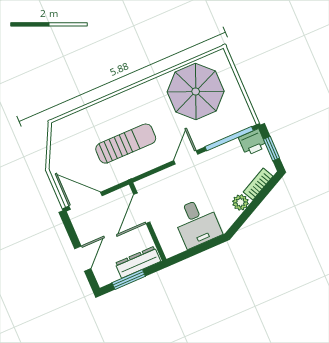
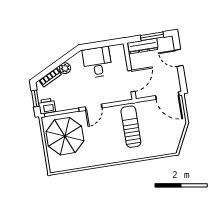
parasol: (196, 91) -> (65, 136), moved
sun lounger: (126, 144) -> (131, 127), turned 90
door: (83, 259) -> (179, 58), hinge flipped

